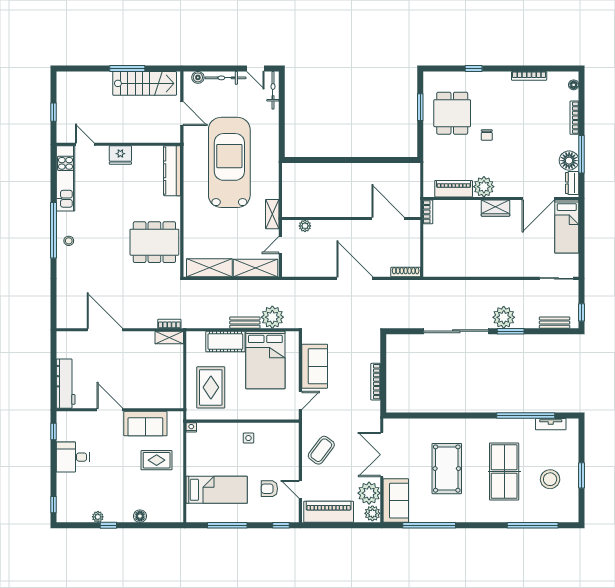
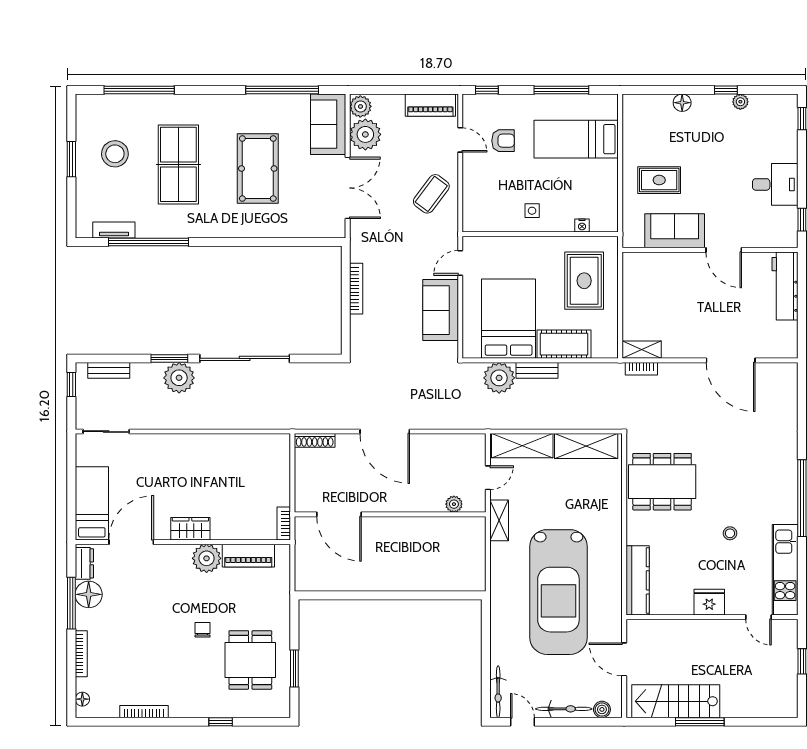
stool: (69, 241) -> (730, 533), moved
nightstand: (191, 427) -> (582, 225), moved
piano: (329, 512) -> (430, 105), width x0.73, depth x0.75

